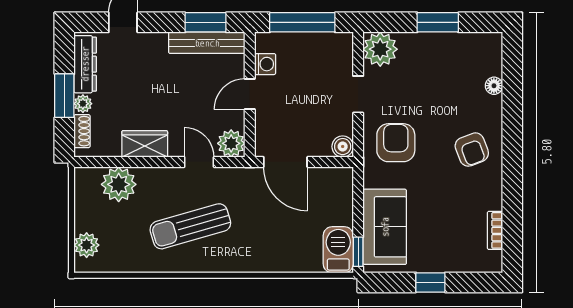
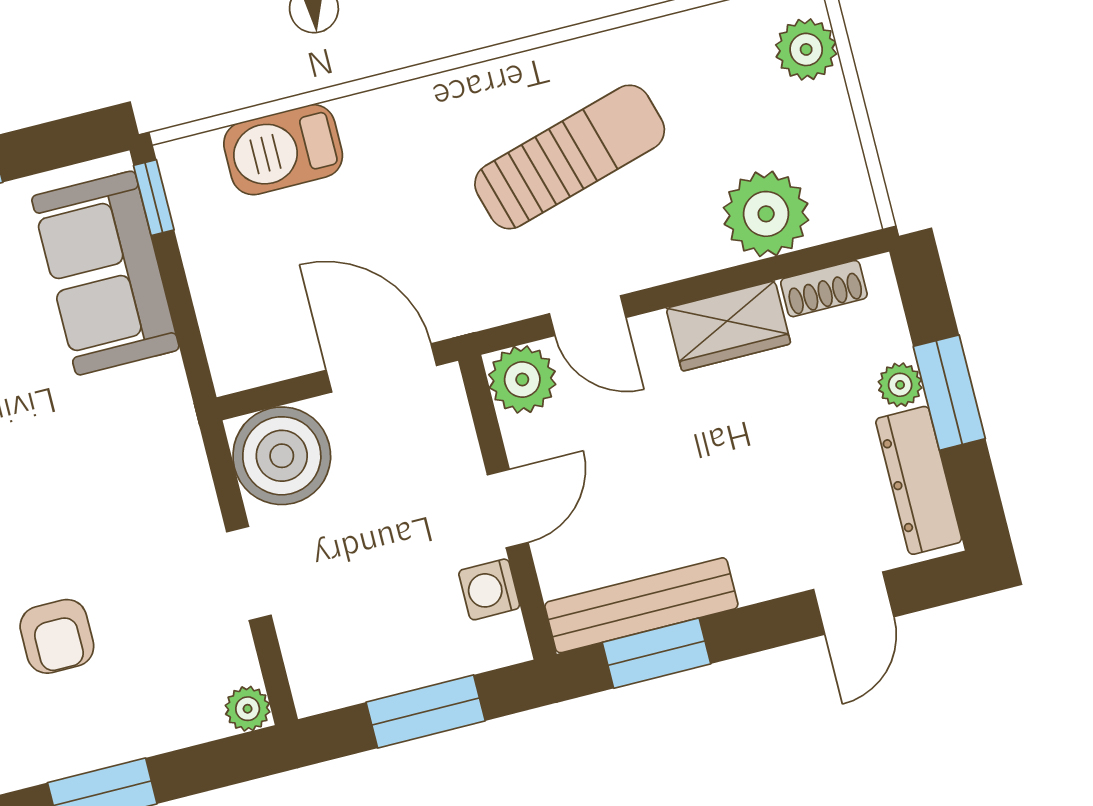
window: (302, 22) -> (426, 711), width x0.69
plant: (380, 49) -> (248, 709), width x0.53, depth x0.53
shoe rack: (82, 131) -> (824, 289), moved, turned -90
armchair: (396, 143) -> (57, 636), moved, width x0.72, depth x0.72
boiler: (343, 147) -> (282, 456), width x1.86, depth x1.86
barbecue: (338, 250) -> (283, 150), moved, turned 90

